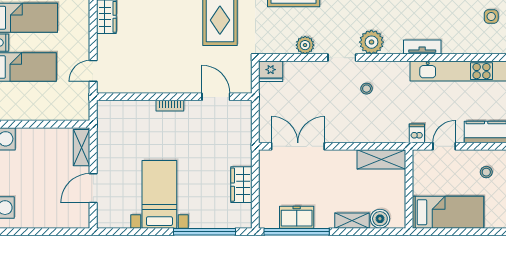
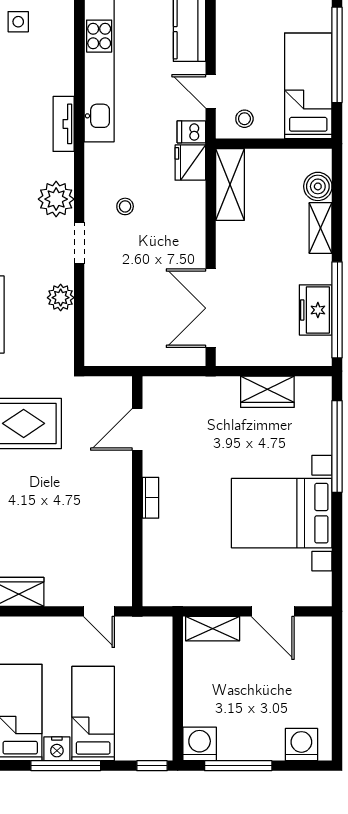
fridge: (271, 71) -> (190, 163), moved, turned 180
stool: (486, 172) -> (244, 119), moved
bed with nightstands: (159, 194) -> (282, 513), width x1.36
window: (469, 232) -> (337, 55), added

